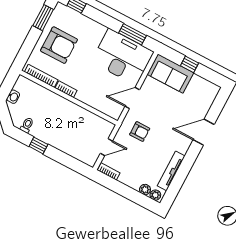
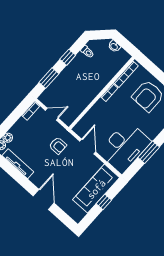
window: (133, 34) -> (149, 152), moved
sofa: (170, 73) -> (96, 189), width x1.36
armchair: (140, 132) -> (58, 146), turned -90
door: (106, 147) -> (52, 114), swing flipped
window: (67, 160) -> (49, 78), added

